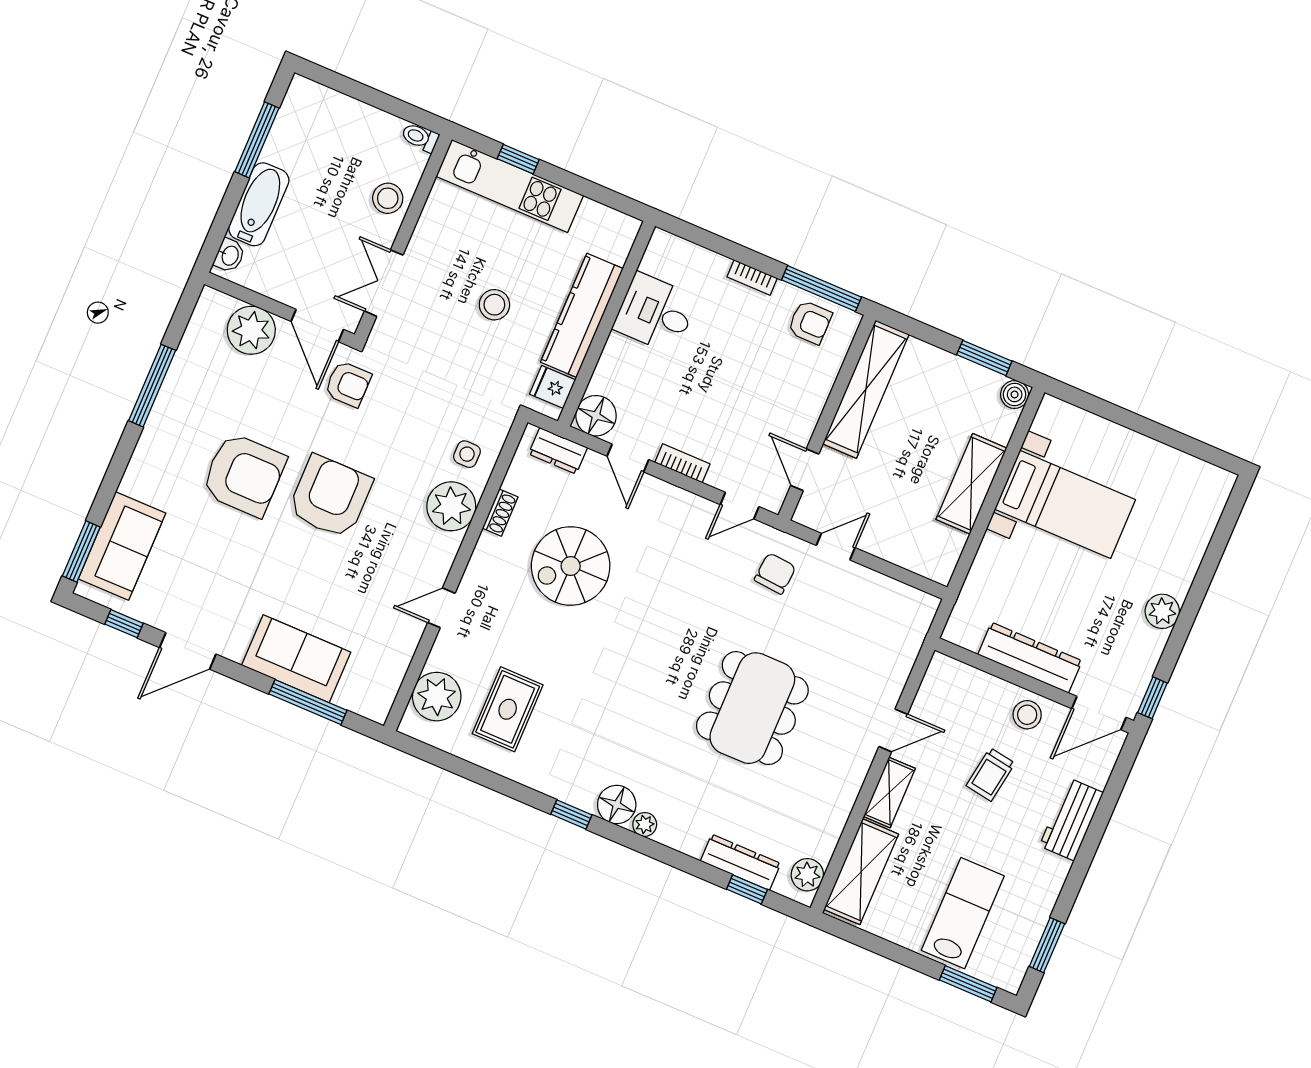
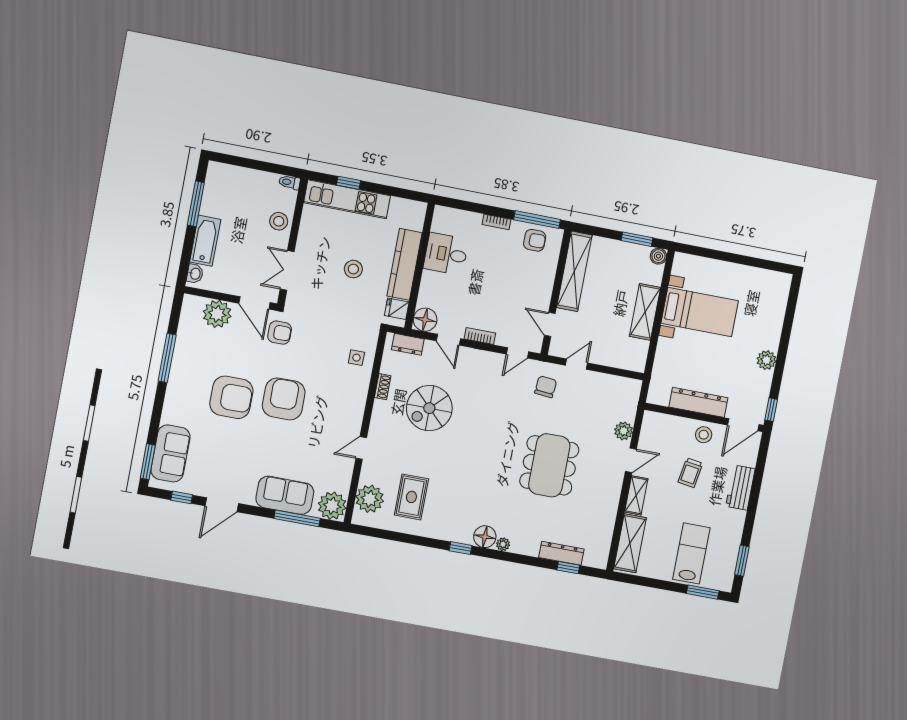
plant: (451, 506) -> (332, 506), moved
plant: (807, 875) -> (624, 431), moved

